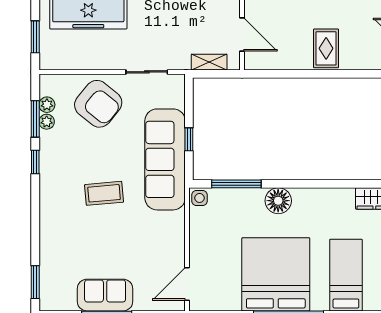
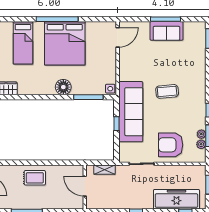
rug: (326, 48) -> (35, 178), turned 90
armchair: (98, 104) -> (171, 145), turned -39

